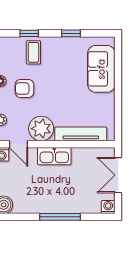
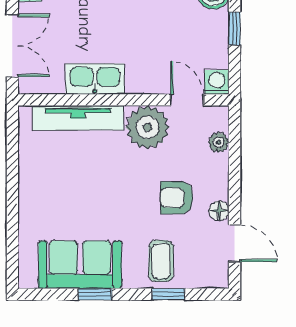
sofa: (101, 69) -> (80, 265), moved, turned -90
armchair: (24, 88) -> (177, 198), turned 180
kitchen sink: (54, 156) -> (95, 79), moved

